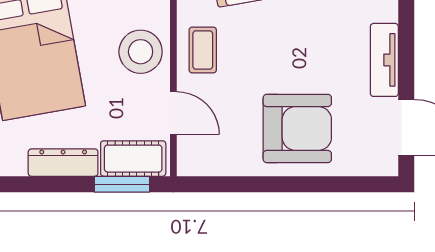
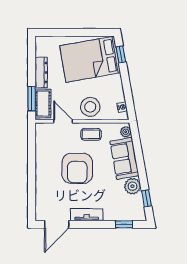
door: (173, 113) -> (63, 121), swing flipped
armchair: (297, 128) -> (77, 168), moved

